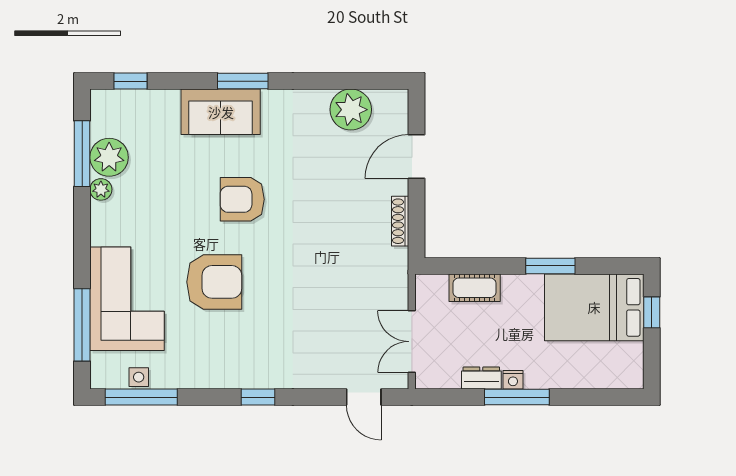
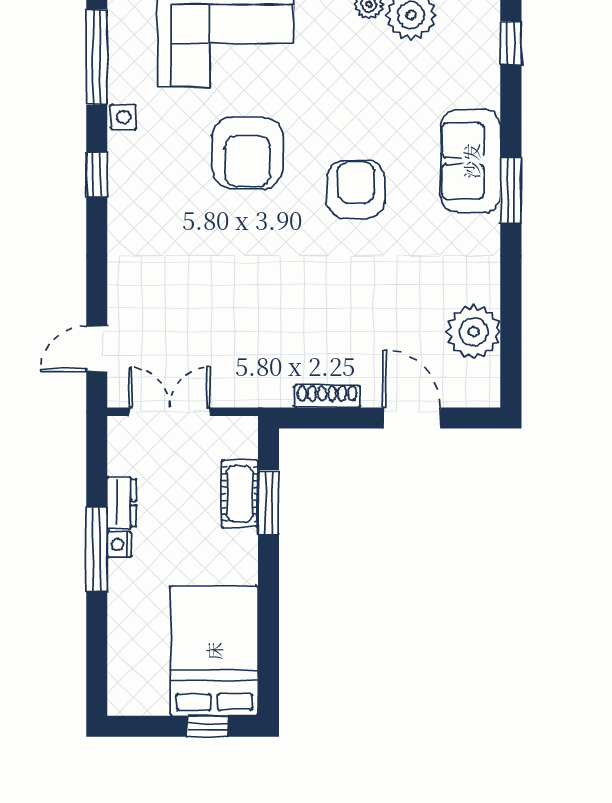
window: (550, 266) -> (268, 503), moved
side table: (139, 377) -> (123, 117), moved
window: (258, 397) -> (97, 174), moved

